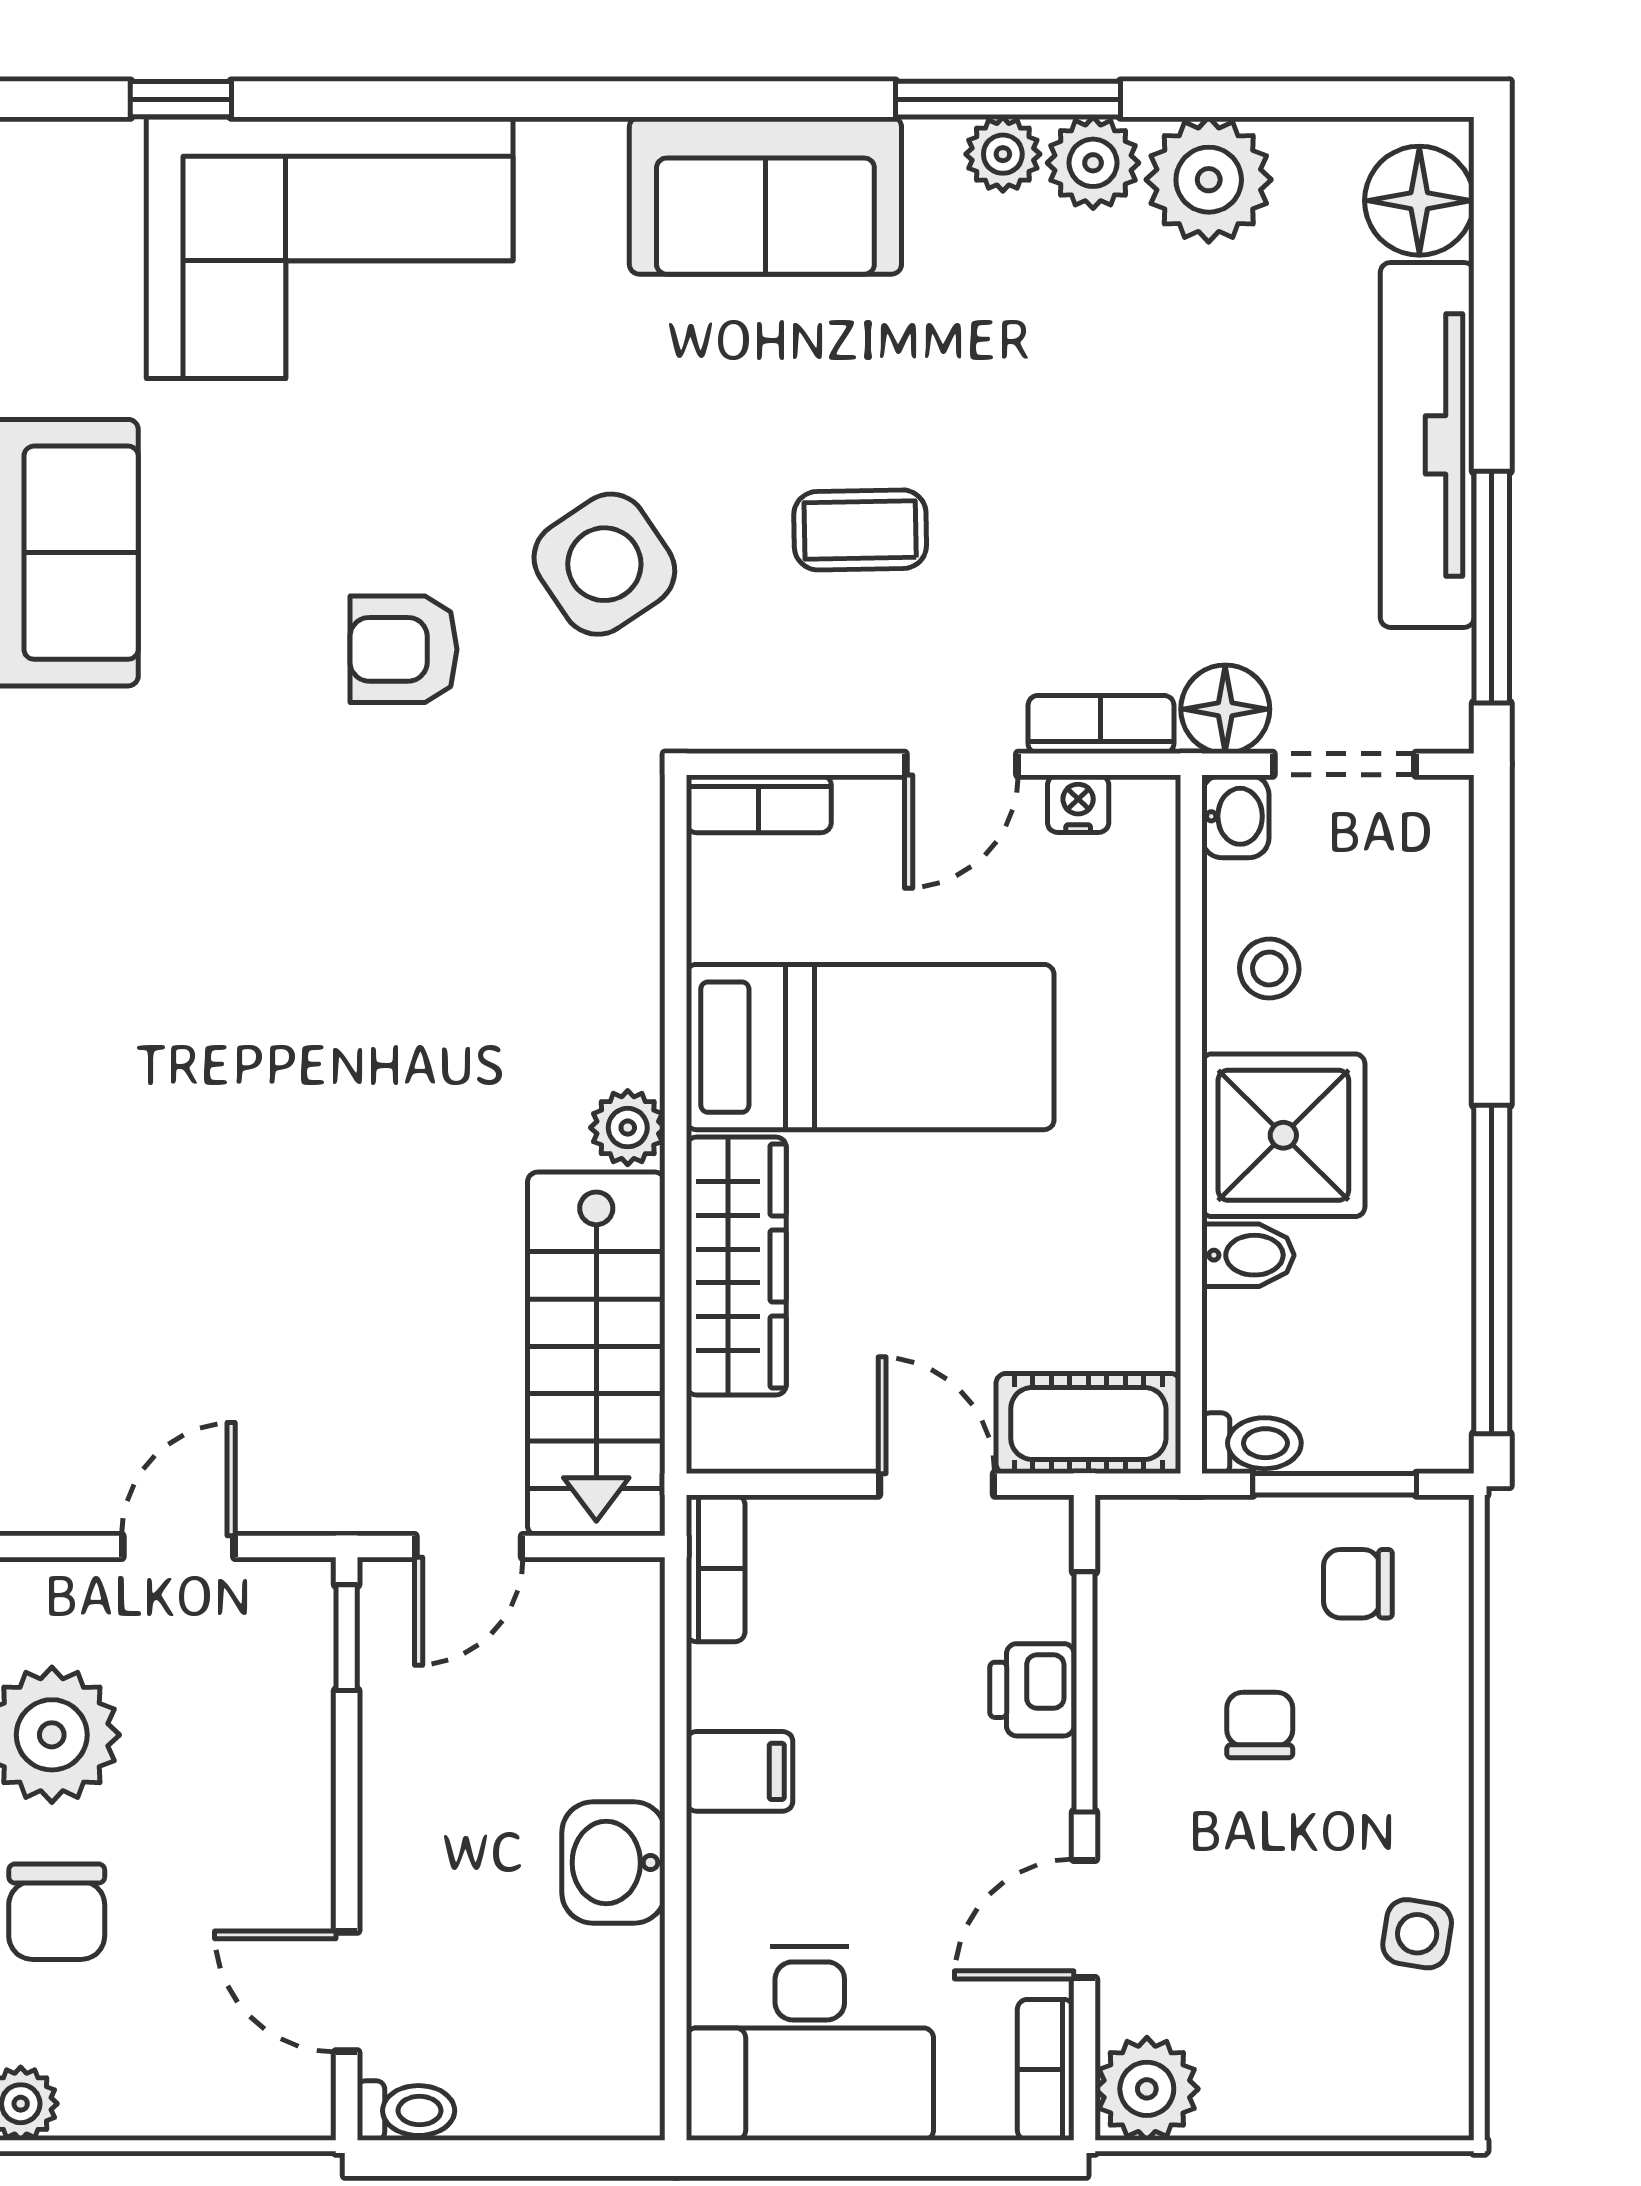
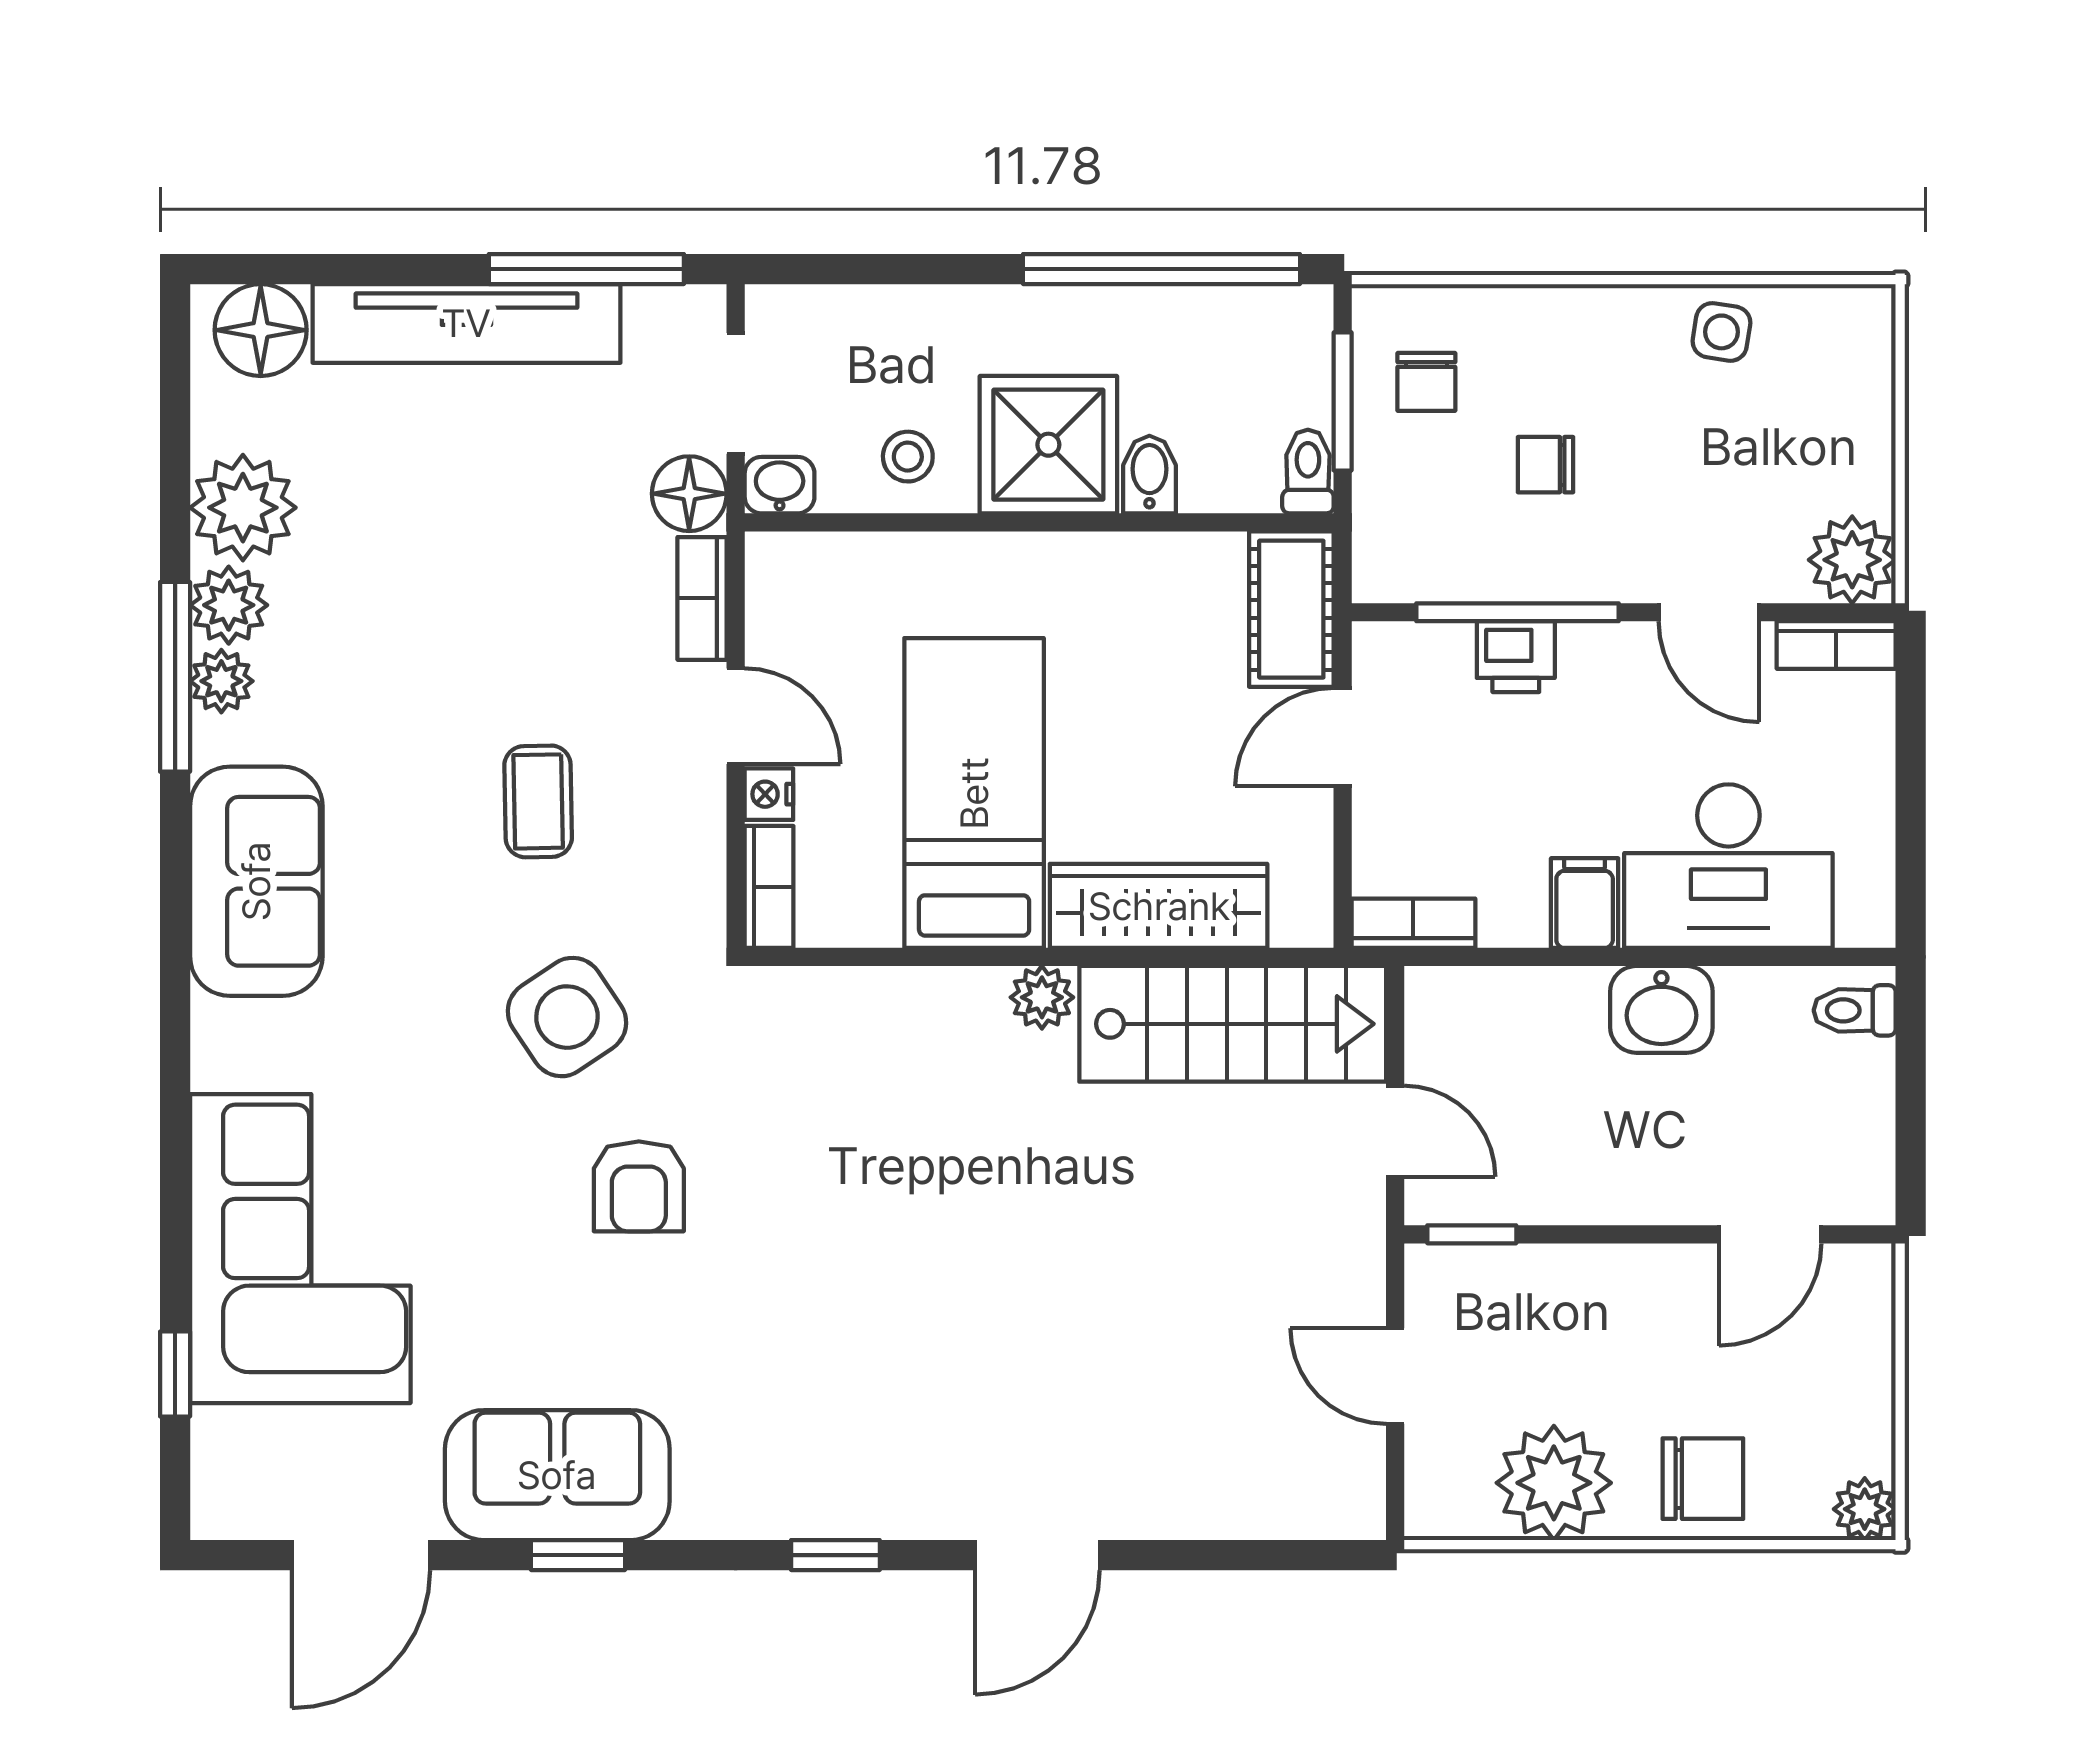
nightstand: (1078, 804) -> (769, 794), moved
desk: (810, 2043) -> (1728, 866), moved, turned 90
toilet: (406, 2111) -> (1855, 1010), moved, turned -90

